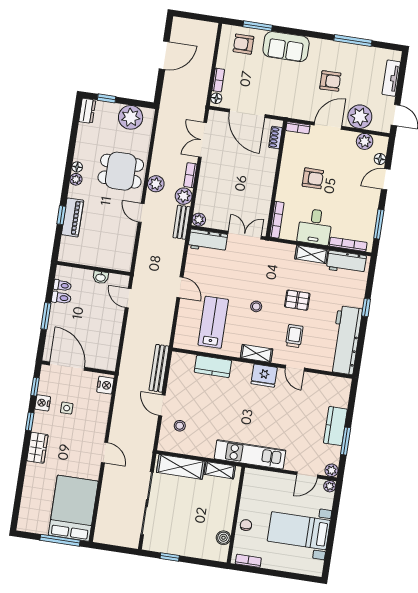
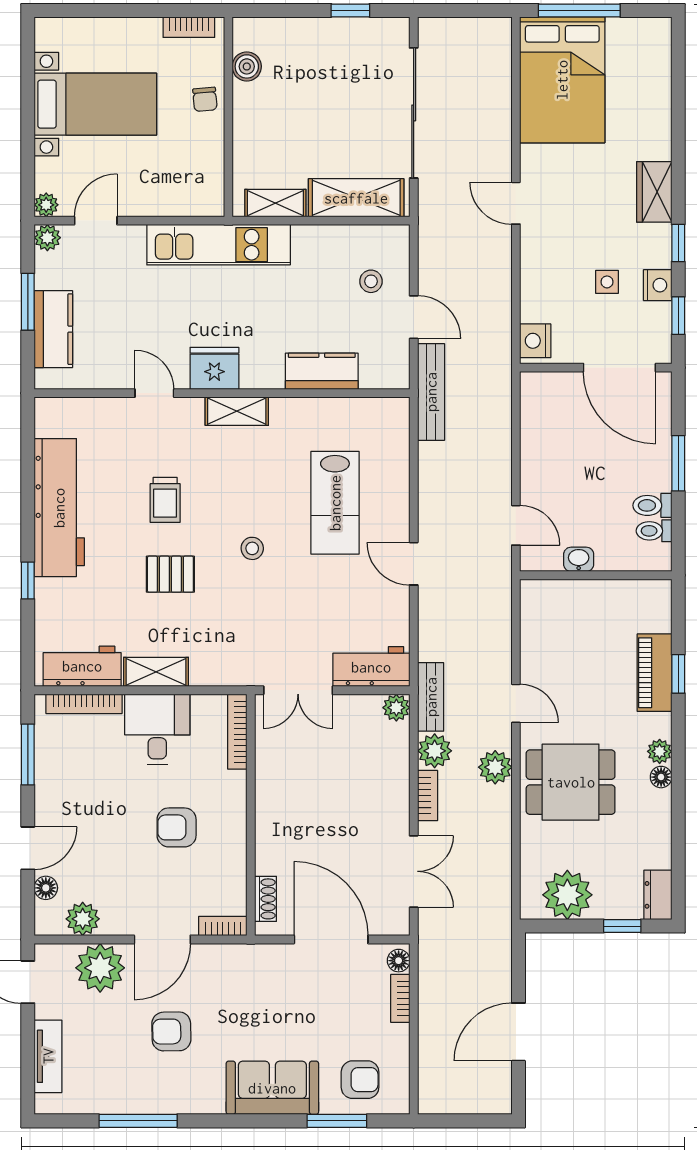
shelving: (257, 353) -> (237, 411), moved
wall: (262, 363) -> (222, 393), moved
kitchen counter: (213, 366) -> (322, 371), moved
door: (295, 368) -> (154, 393), moved
fridge: (264, 376) -> (214, 368), moved

